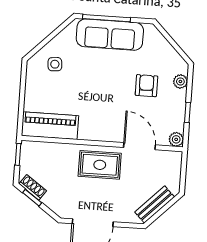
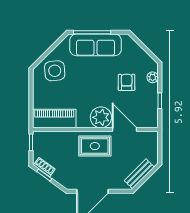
side table: (55, 64) -> (55, 71), width x1.87, depth x1.87
plant: (176, 139) -> (101, 117), moved, width x1.88, depth x1.88

